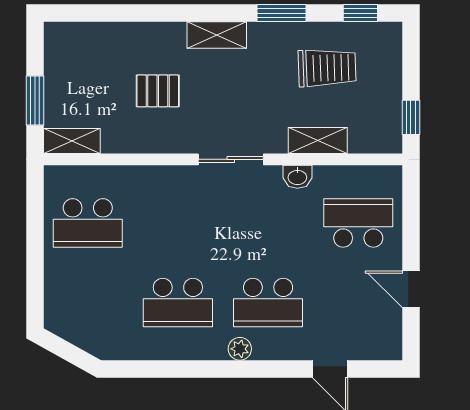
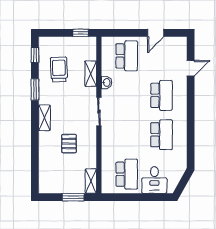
school desk: (358, 223) -> (127, 56), turned 180
desk: (74, 286) -> (154, 180), added
plant: (240, 349) -> (182, 108), removed

